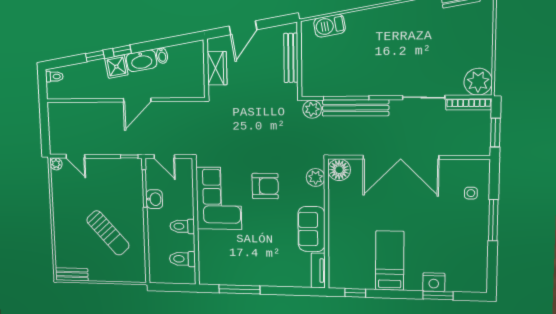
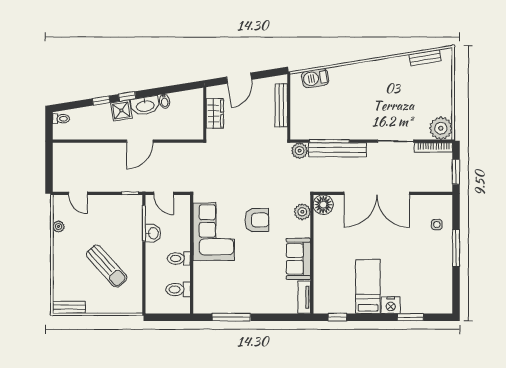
plant: (56, 164) -> (58, 227), moved
nightstand: (434, 282) -> (391, 305), moved

